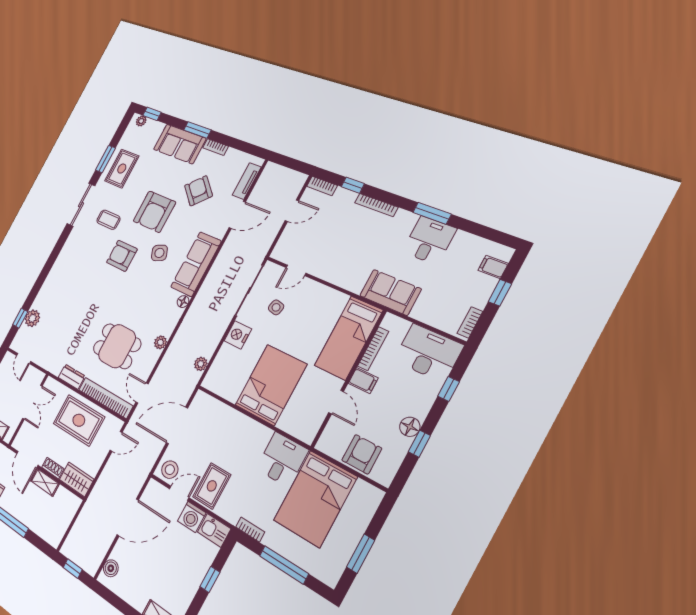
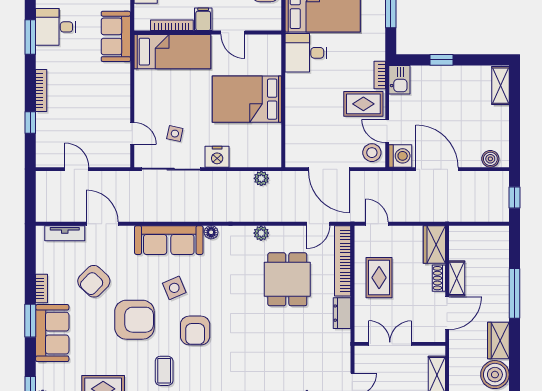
bookcase: (322, 186) -> (42, 152), removed
door: (336, 402) -> (233, 33), swing flipped
rug: (79, 420) -> (379, 278), width x0.73, depth x0.70
washing machine: (192, 517) -> (400, 156), moved
bookcase: (250, 529) -> (380, 75), moved

